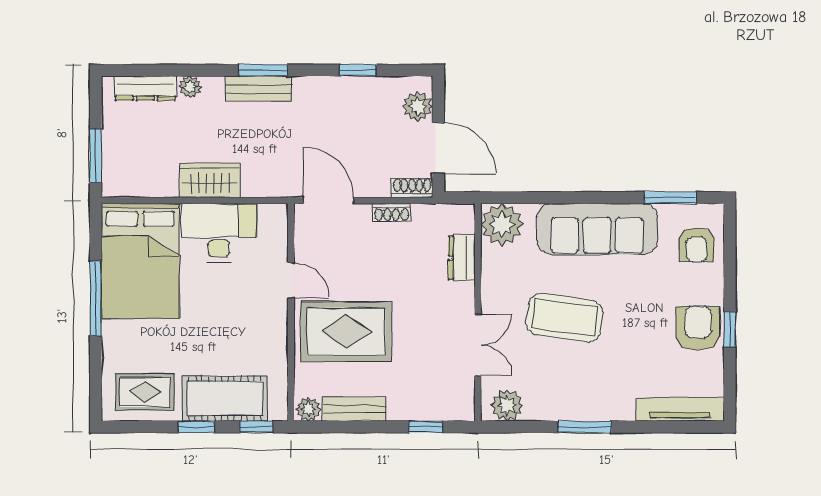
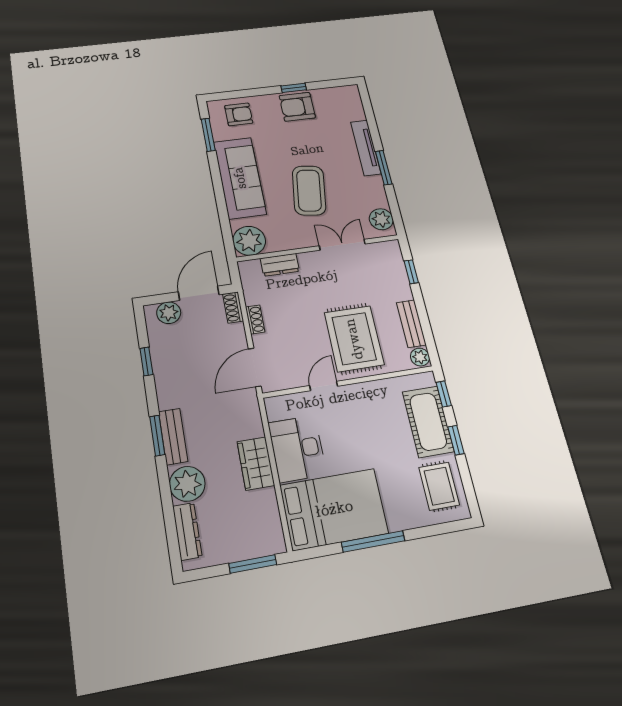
plant: (190, 87) -> (187, 484), width x1.88, depth x1.88
tv unit: (680, 409) -> (366, 148), moved

